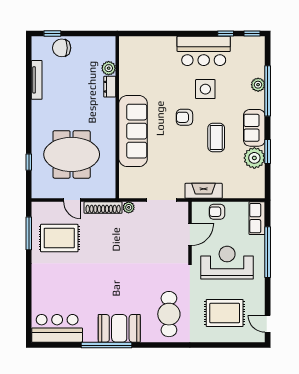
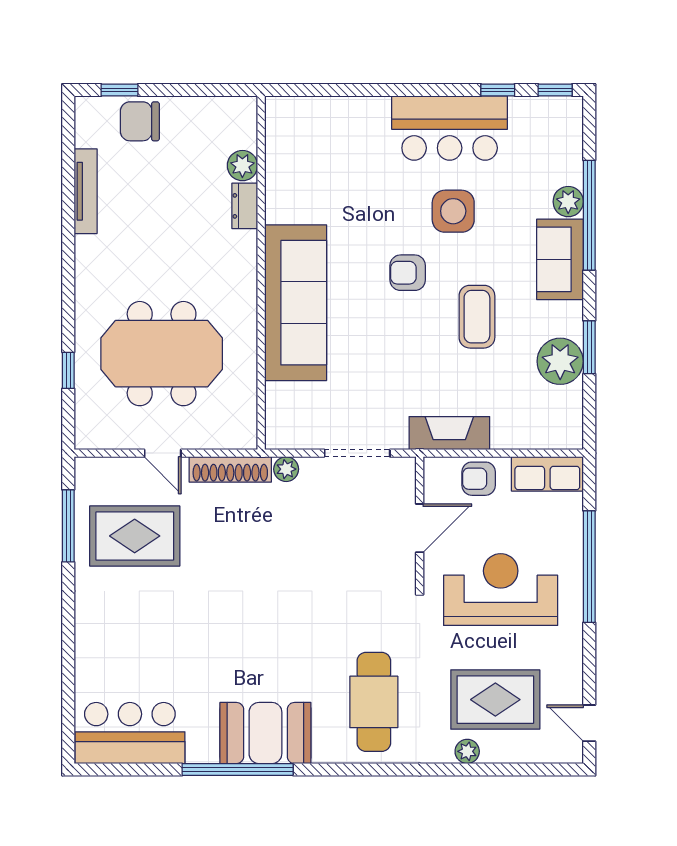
sofa: (254, 128) -> (560, 259), moved
row of seats: (257, 218) -> (547, 474), moved, turned -90
plant: (212, 337) -> (467, 751), added

